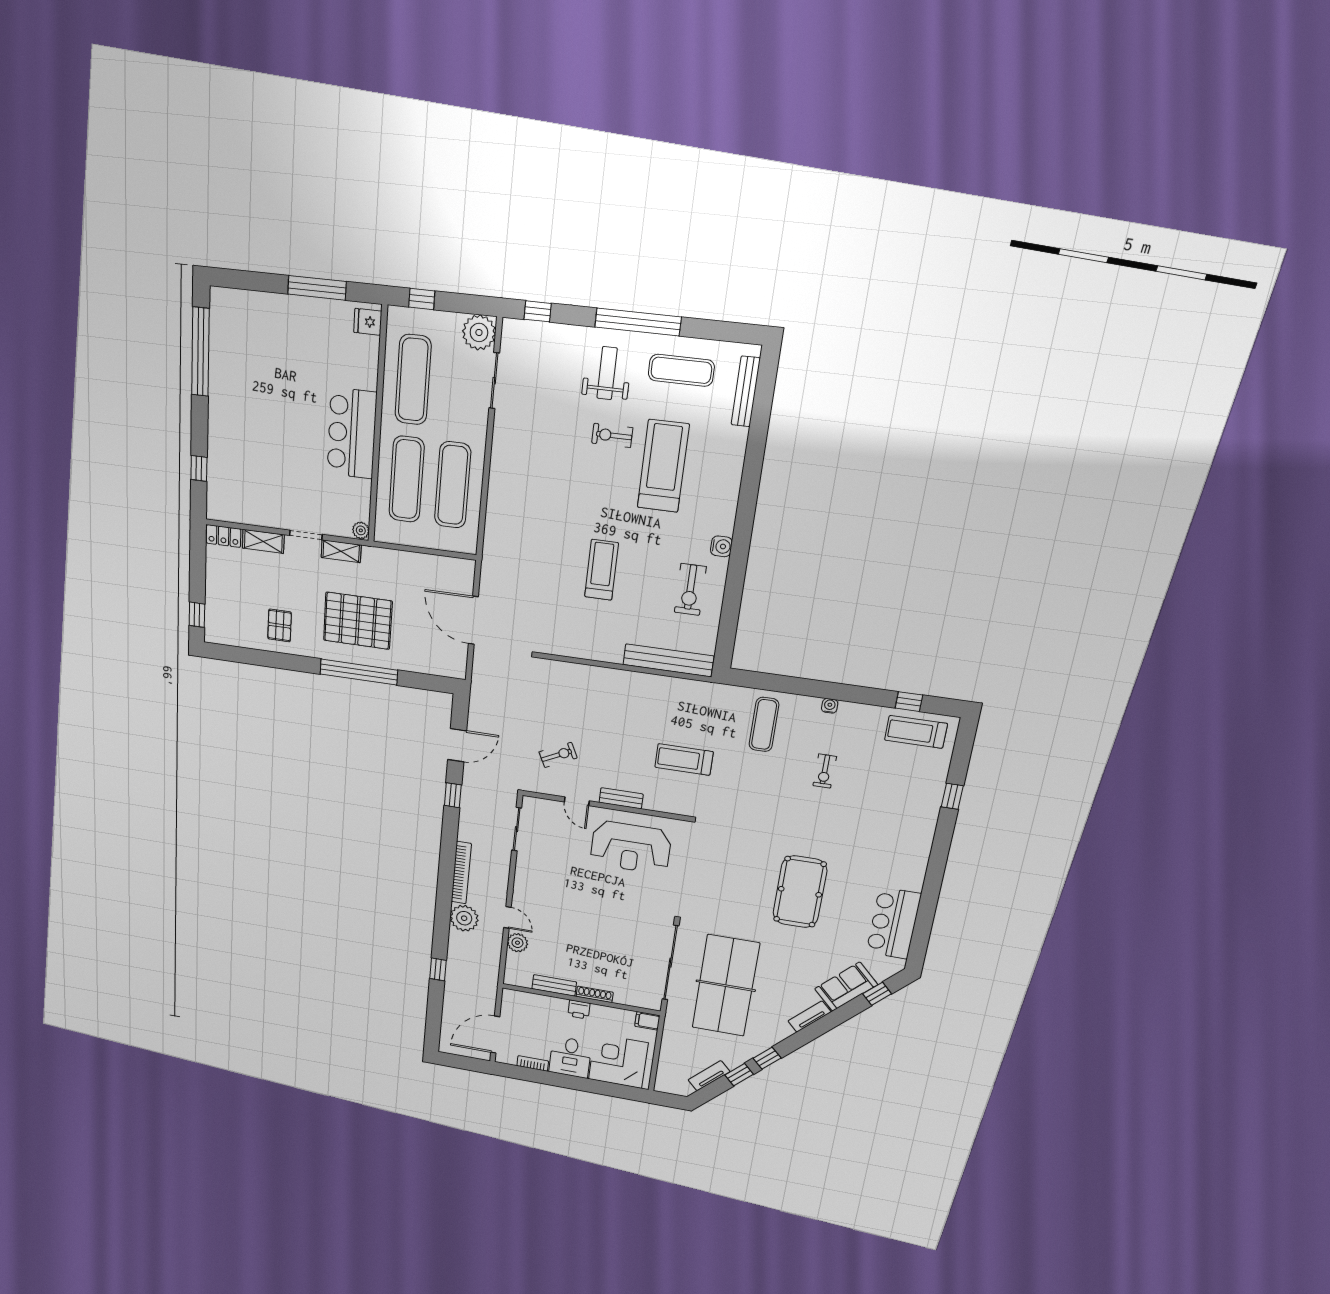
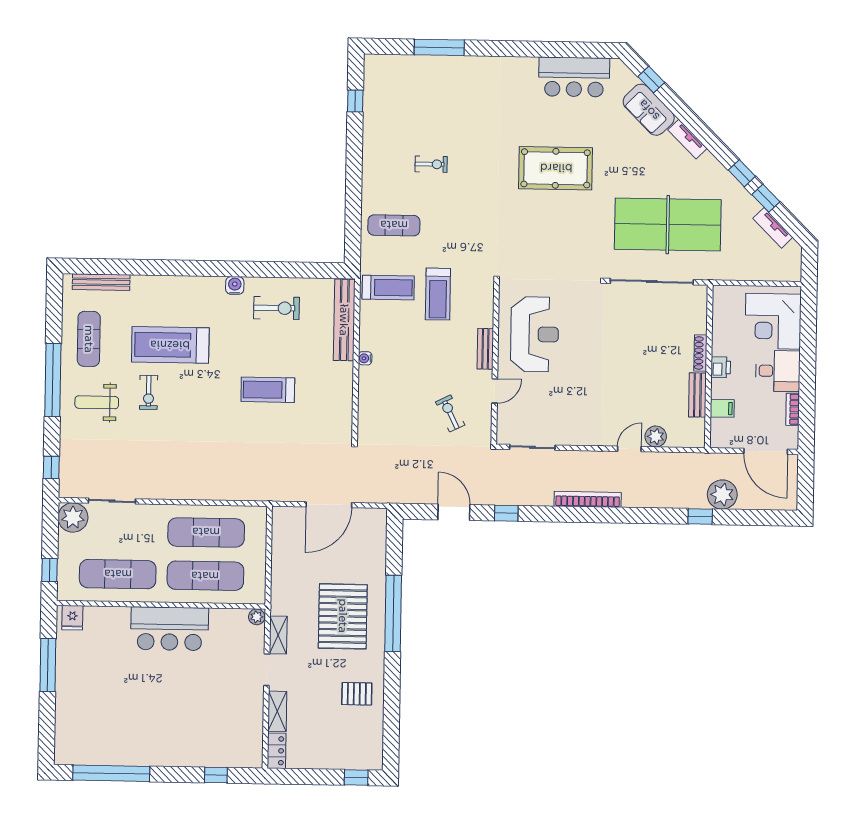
water cooler: (830, 706) -> (365, 358), moved
treadmill: (916, 732) -> (388, 288), moved, turned -90
window: (952, 796) -> (439, 47), width x2.17
plant: (464, 918) -> (722, 495), moved
filing cabinet: (647, 1021) -> (722, 408), moved, turned -90

